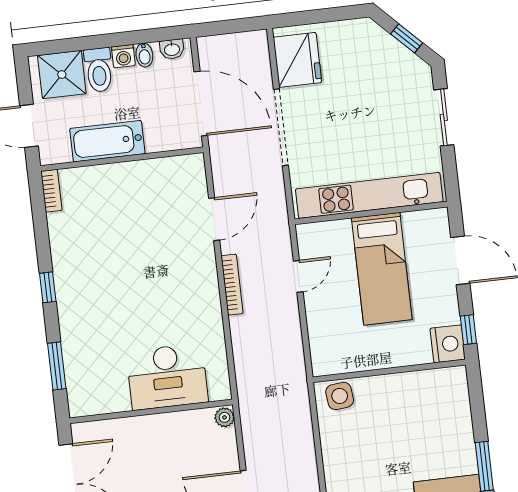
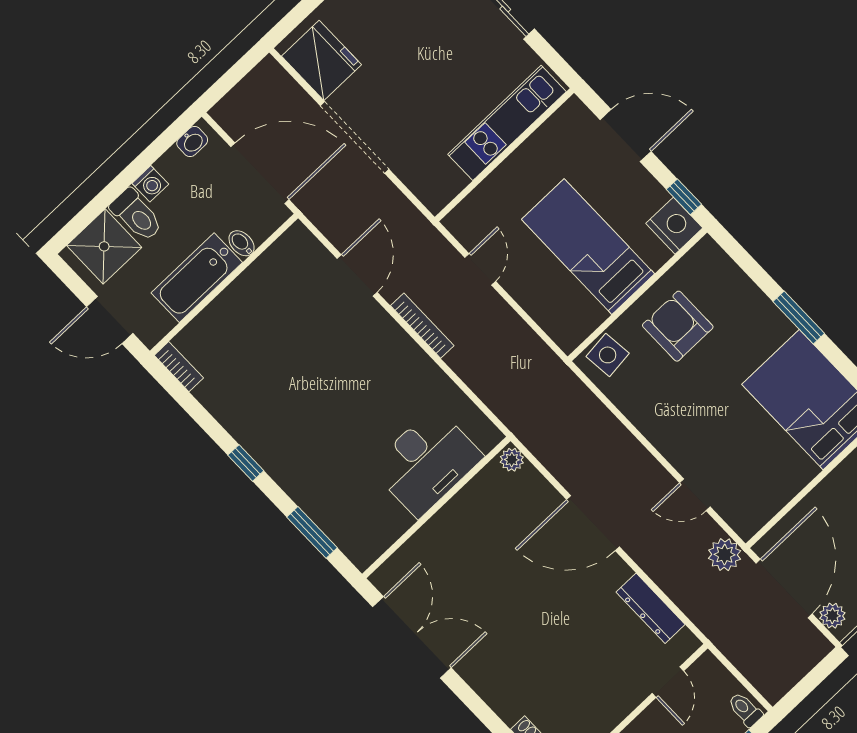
bidet: (144, 55) -> (242, 243), moved, turned 180
kitchen unit: (369, 195) -> (507, 123), width x0.73
bed: (382, 269) -> (588, 247), moved, turned 180
armchair: (400, 412) -> (678, 326), added

